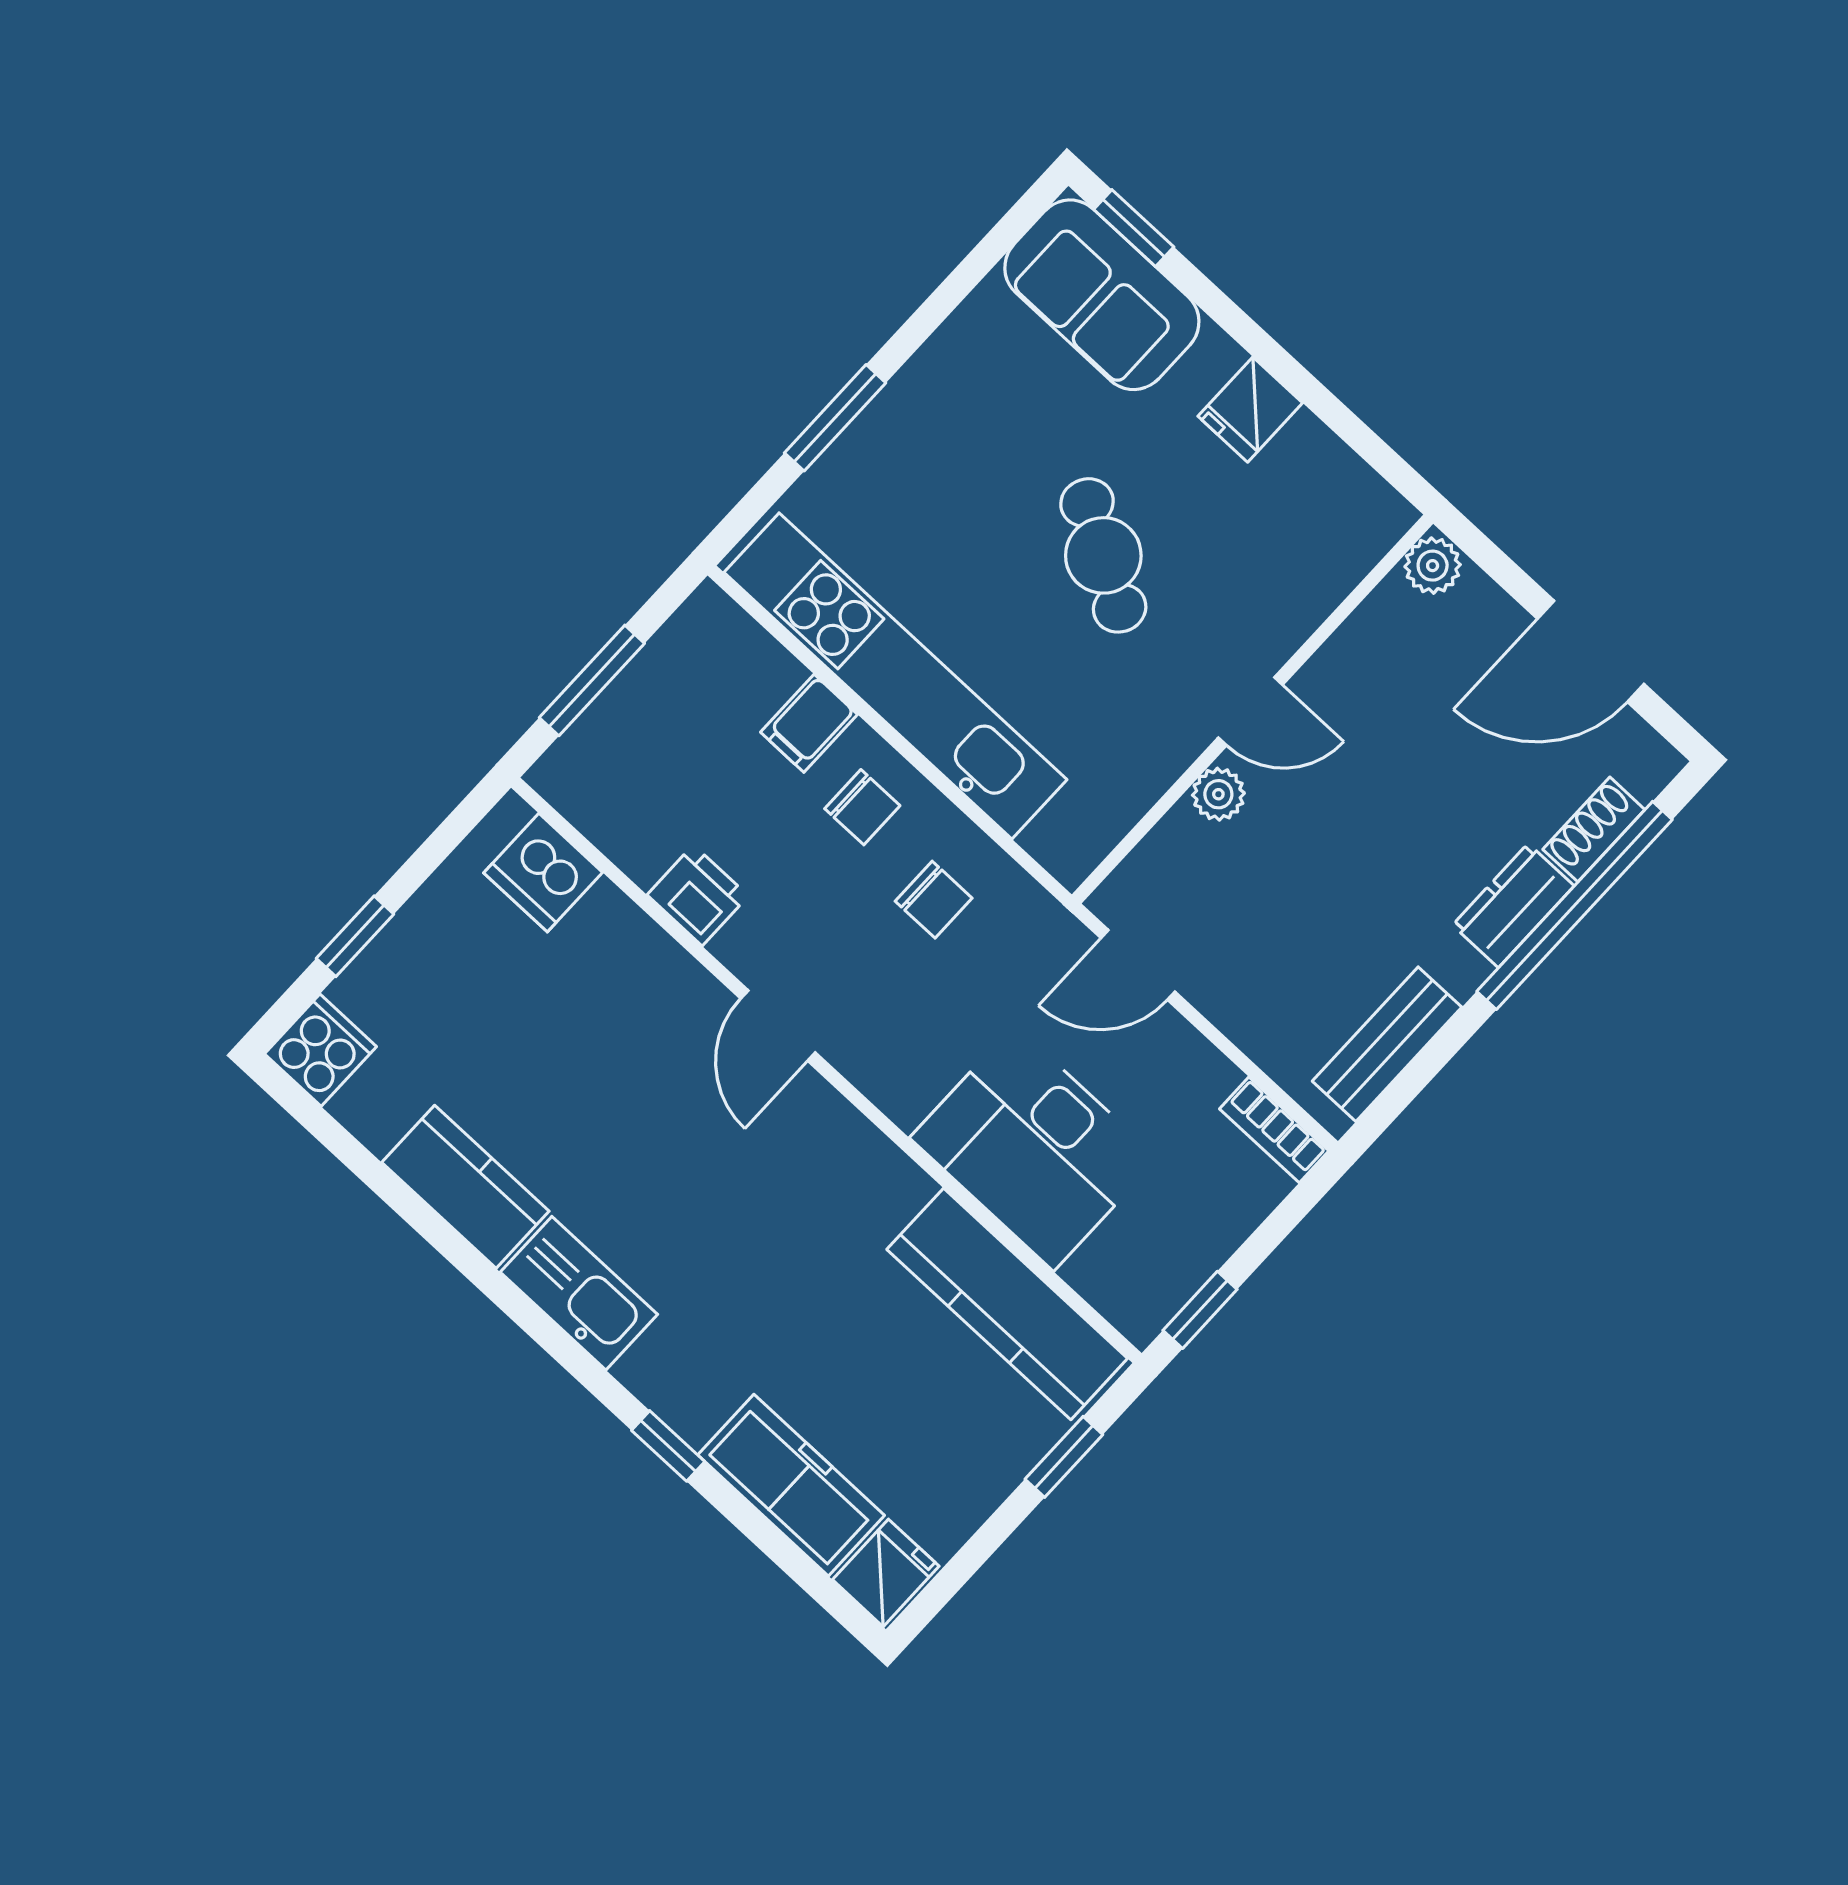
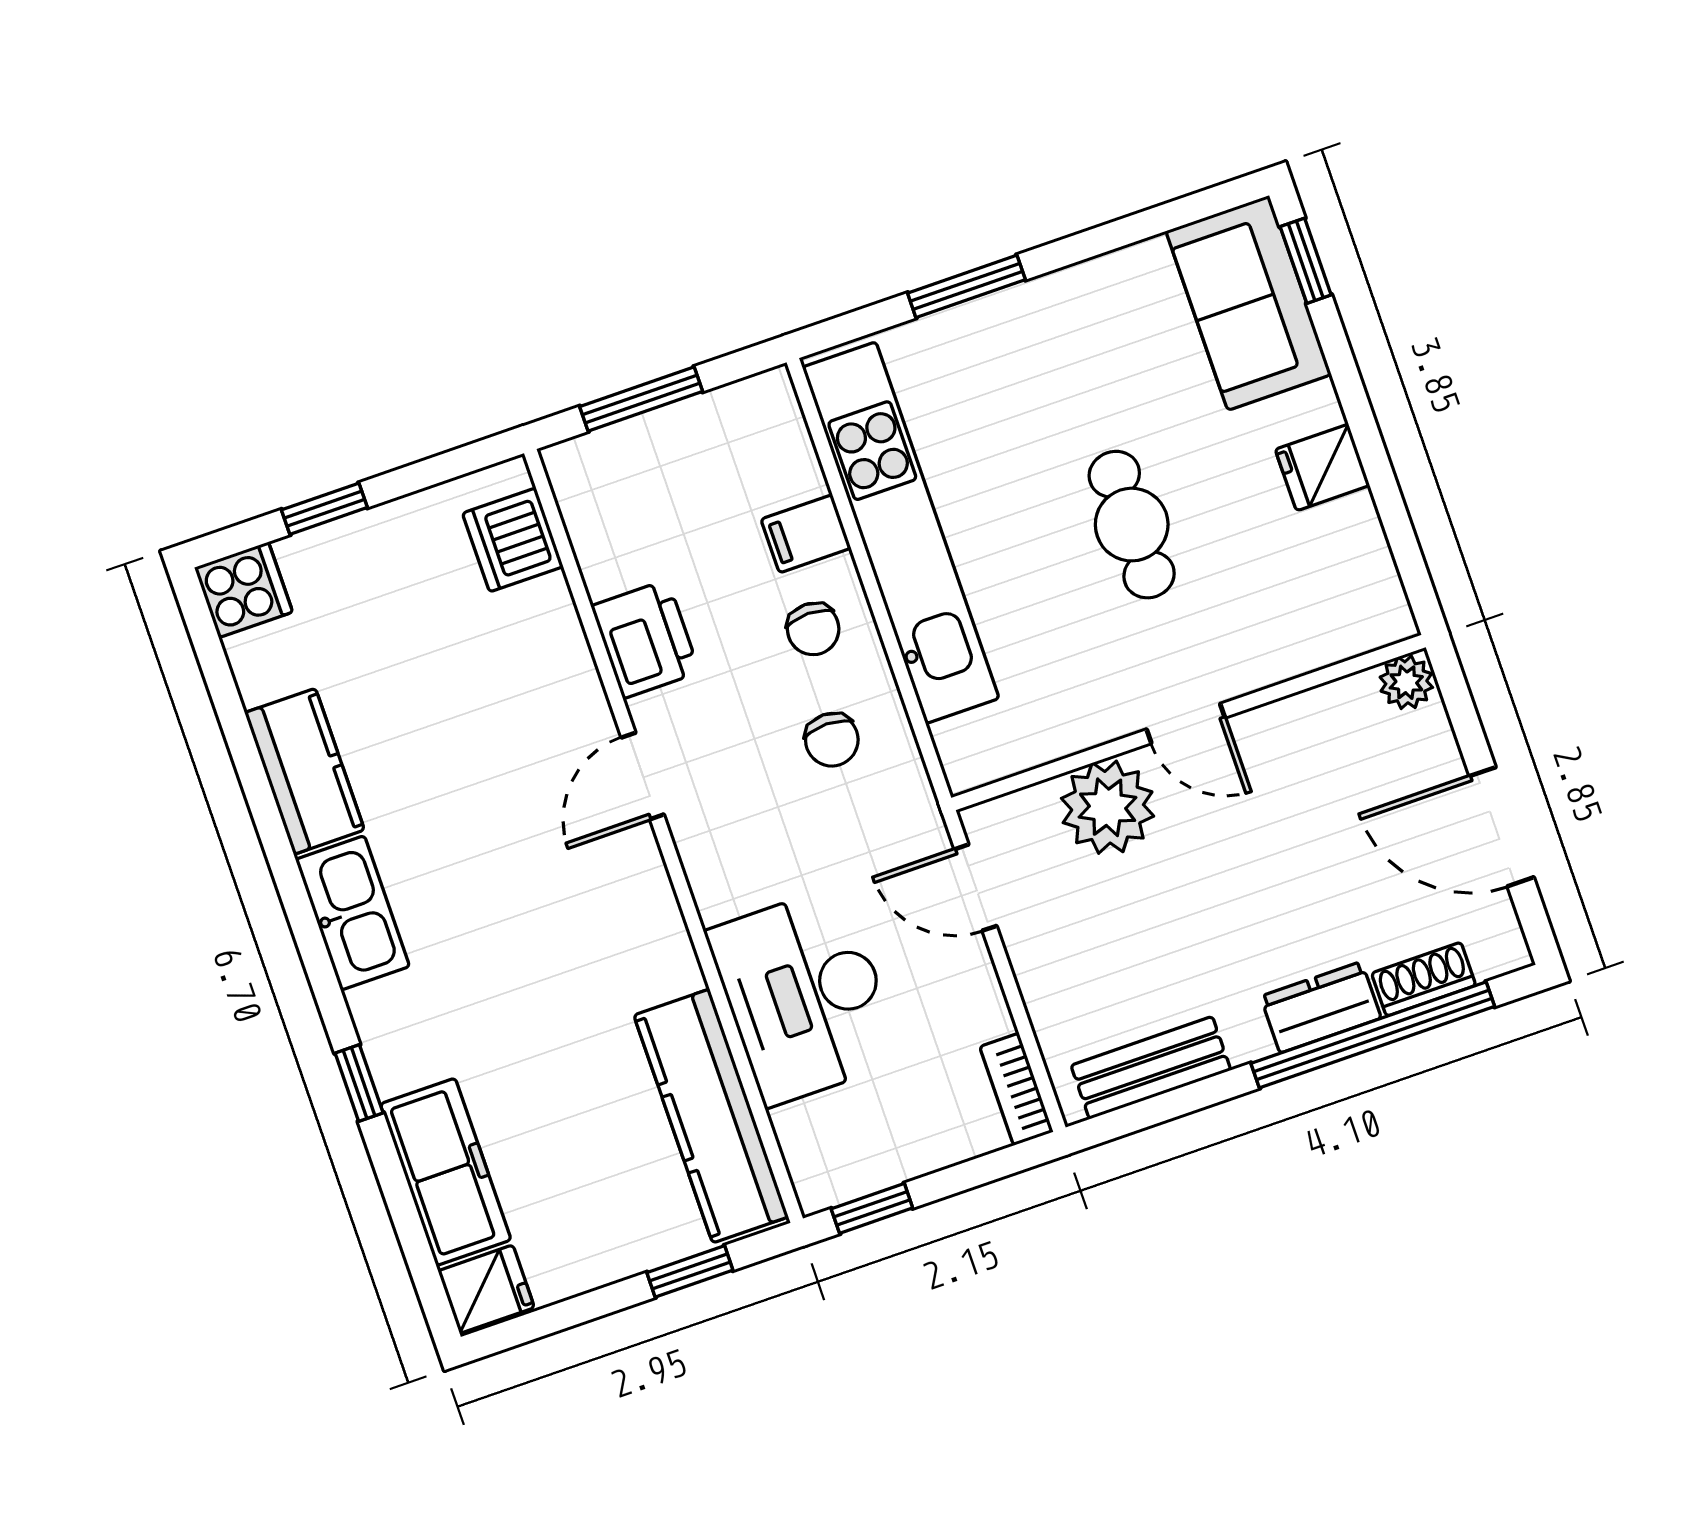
cafe table: (1103, 555) -> (1132, 525), turned -30
plant: (1218, 794) -> (1108, 807), width x1.88, depth x1.88
printer: (698, 895) -> (645, 639), width x1.36, depth x1.24

